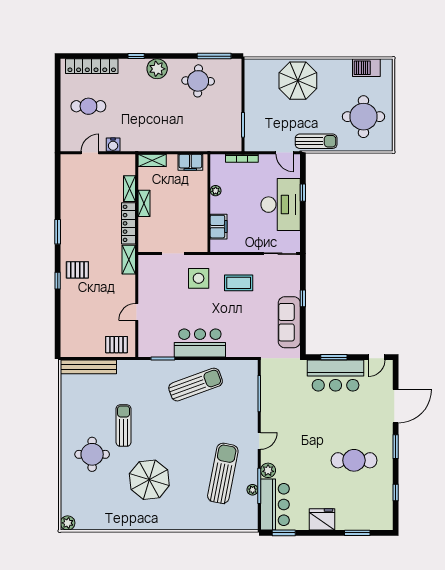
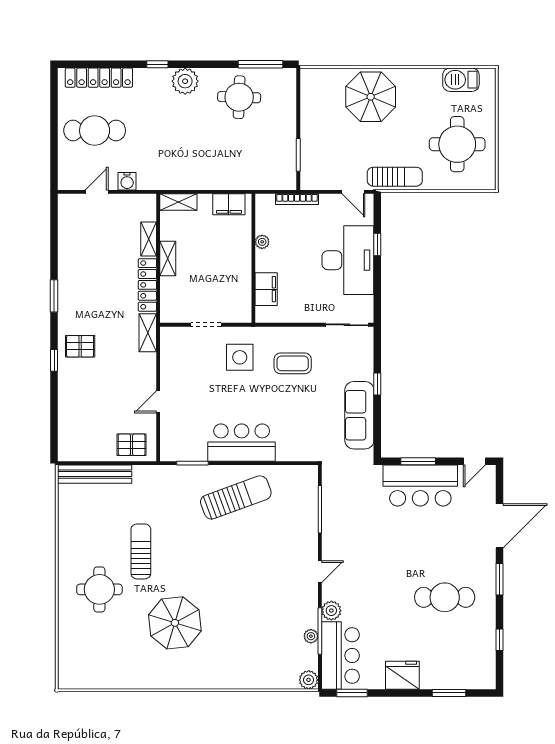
cafe table: (88, 106) -> (95, 131), width x1.37, depth x1.35
sun lounger: (223, 473) -> (272, 614), removed
plant: (68, 523) -> (309, 680), moved

